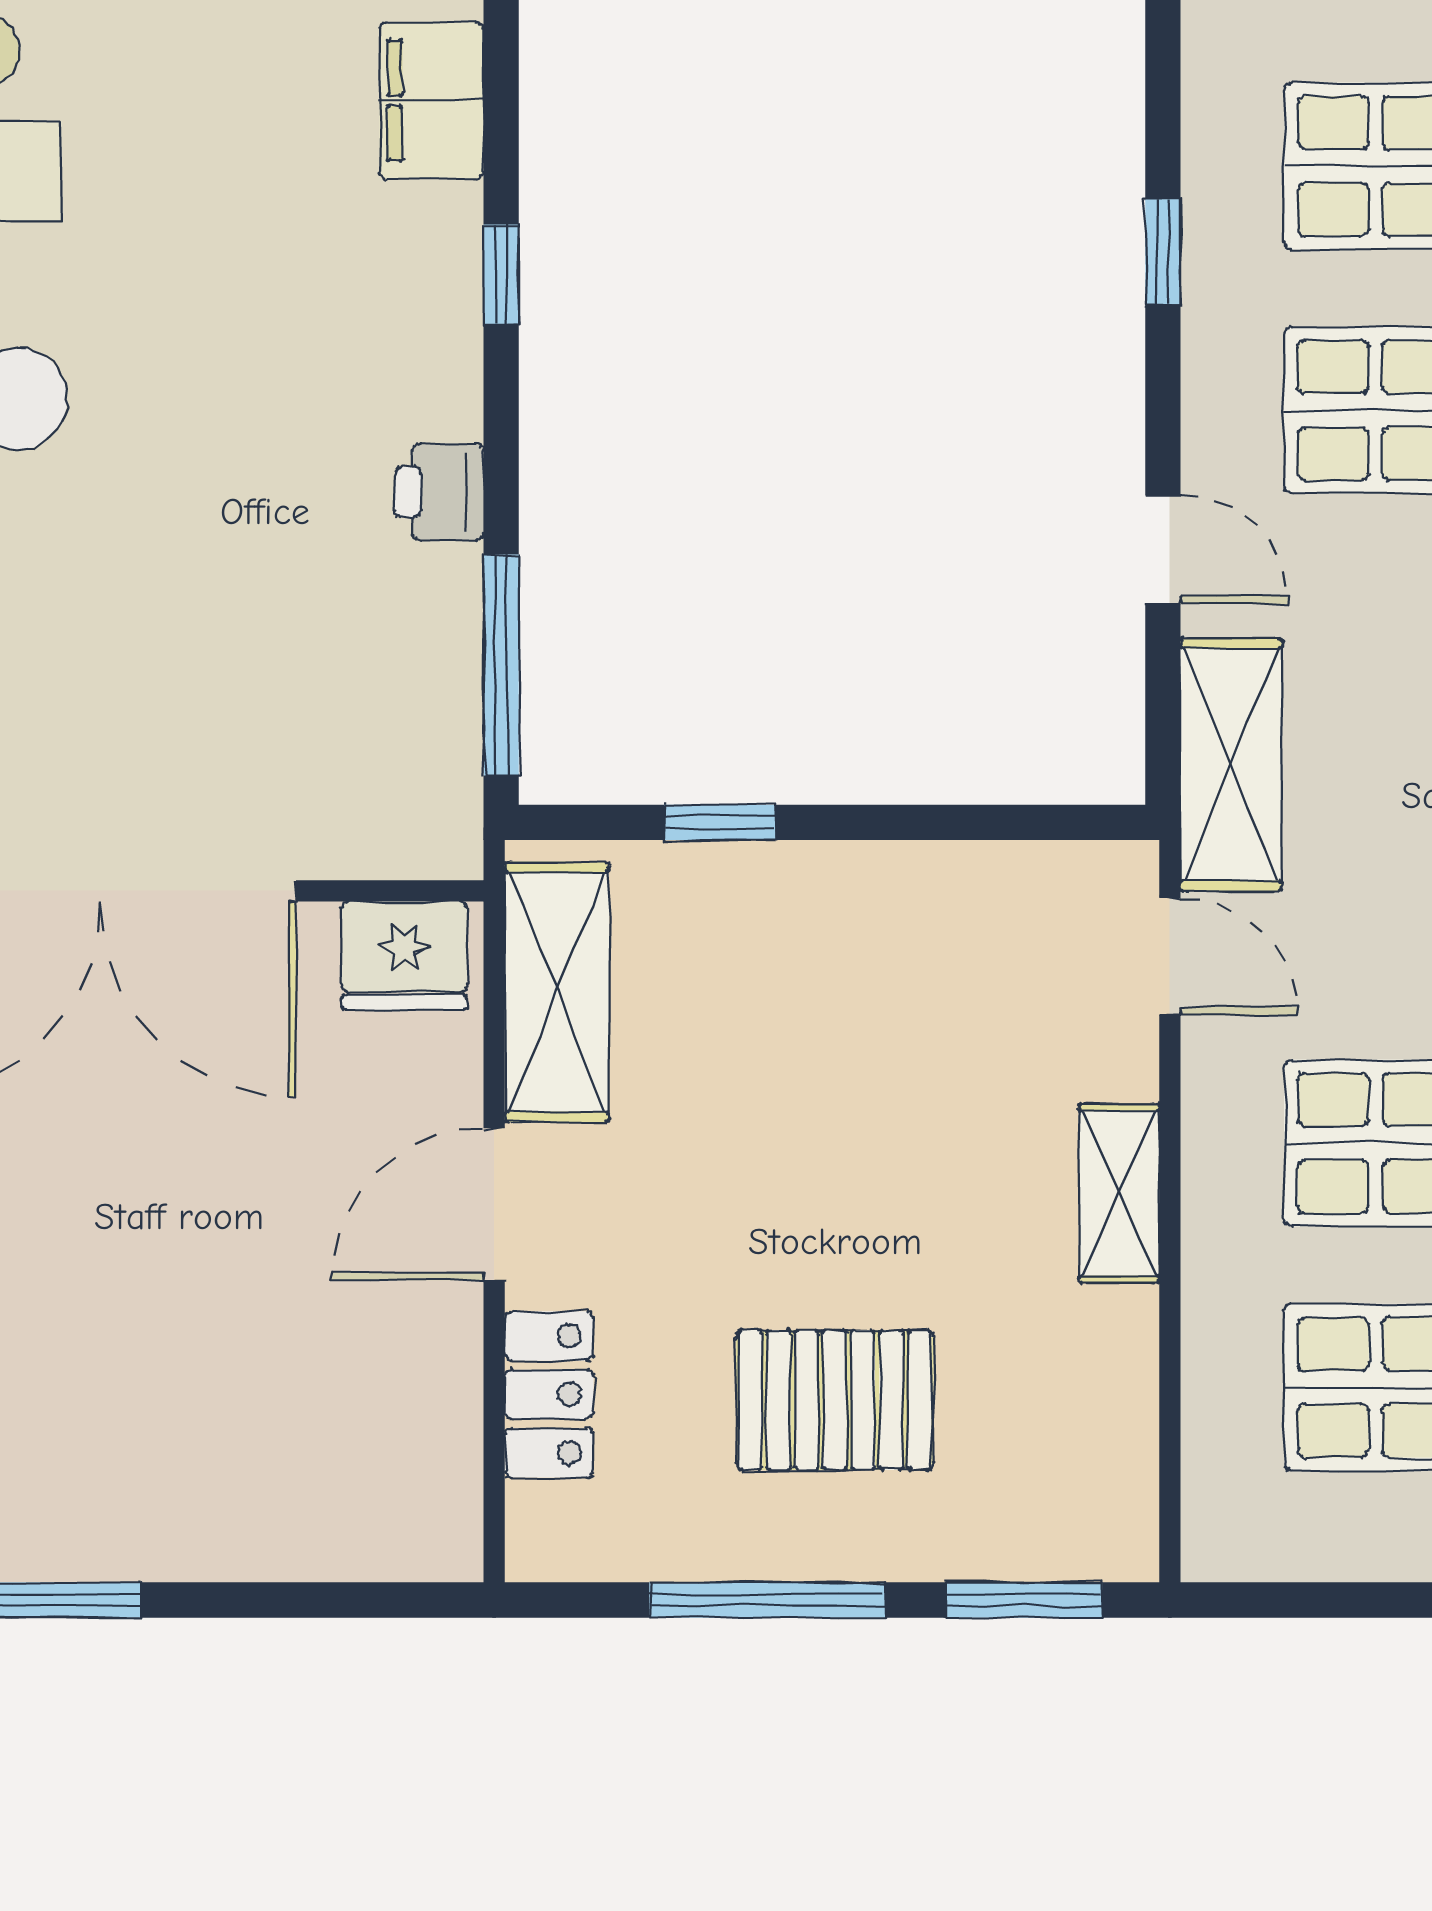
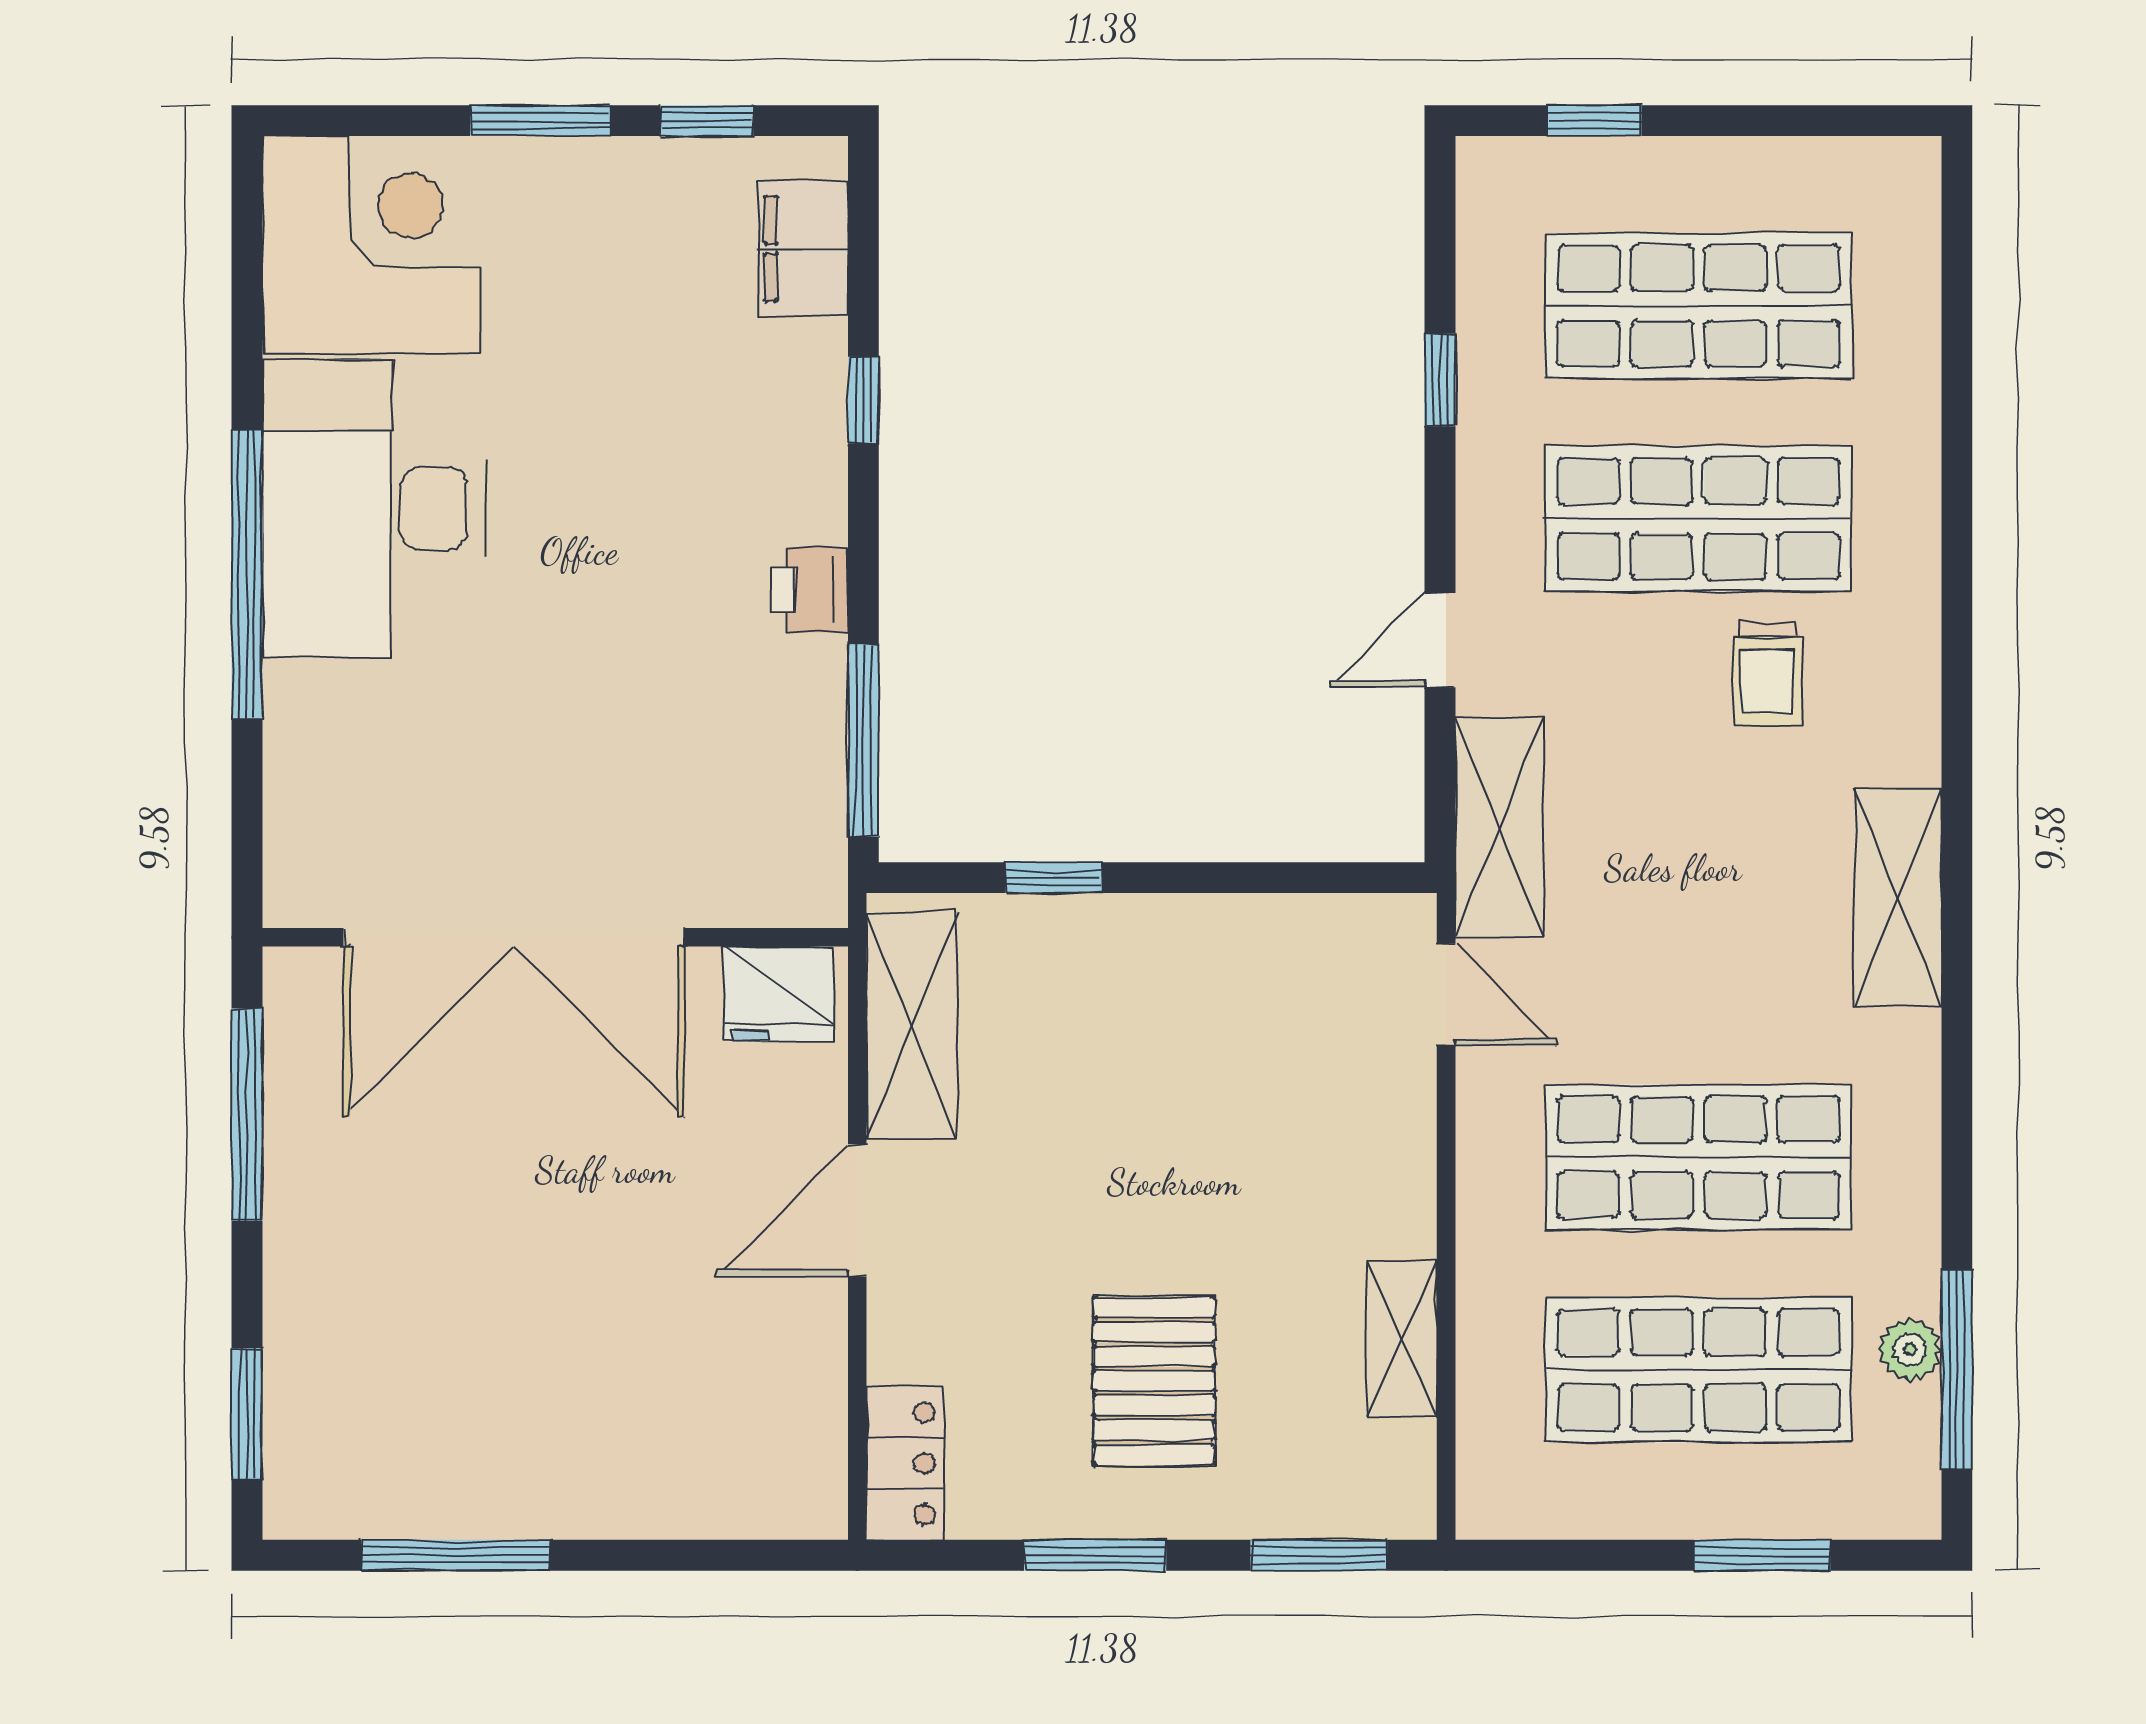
door: (1163, 550) -> (1440, 640), swing flipped
shelving: (1119, 1193) -> (1402, 1339), moved
locker: (549, 1394) -> (905, 1464), moved
pallet: (835, 1400) -> (1154, 1381), turned 90
window: (767, 1600) -> (1095, 1555), width x0.69

